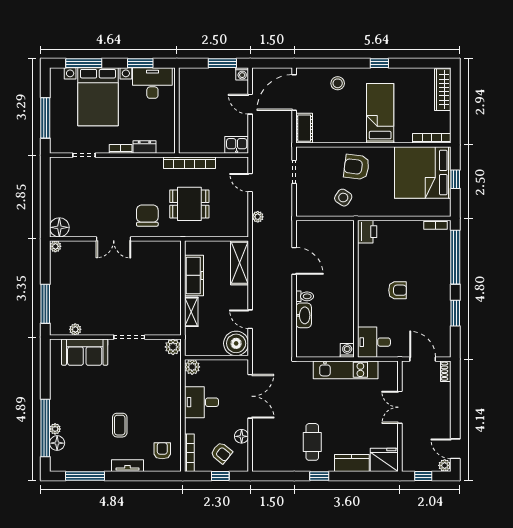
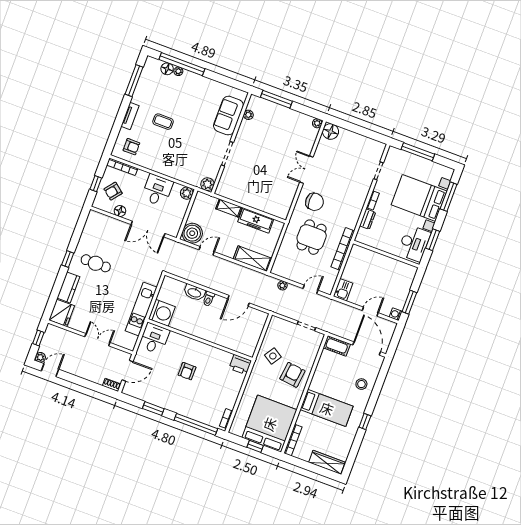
washing machine: (347, 350) -> (162, 313), width x1.89, depth x1.89

